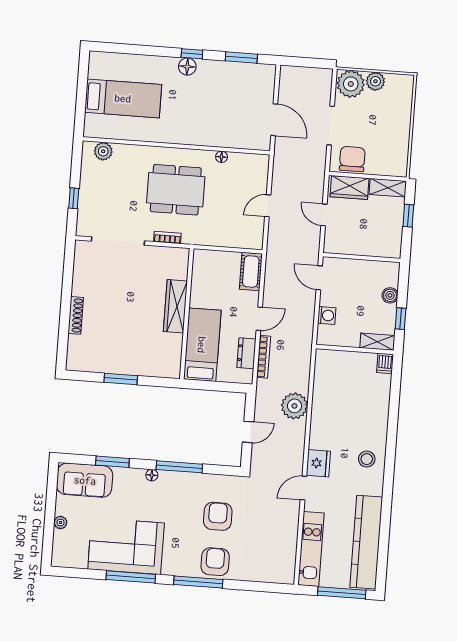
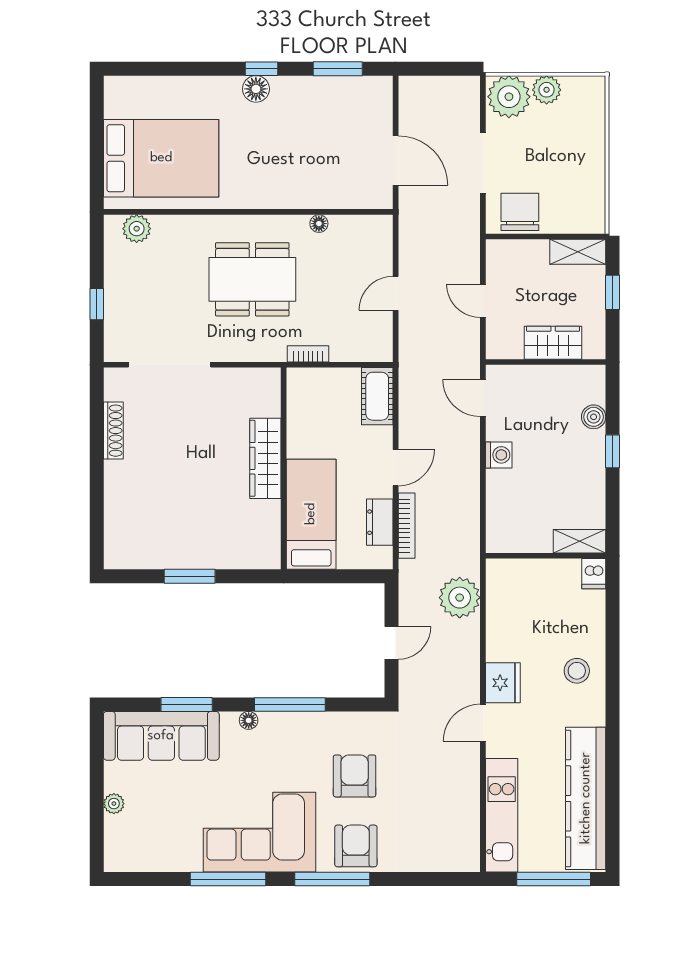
bed: (123, 98) -> (161, 158), width x1.50
wardrobe: (349, 188) -> (553, 343), moved, turned 180
bookcase: (167, 238) -> (308, 354), moved
shoe rack: (76, 315) -> (113, 431), moved
shelving: (377, 342) -> (579, 541), moved
wall: (355, 349) -> (546, 556), moved
dishwasher: (385, 363) -> (594, 574), moved
sofa: (85, 480) -> (161, 736), width x1.36
corner sofa: (126, 546) -> (259, 832), moved

